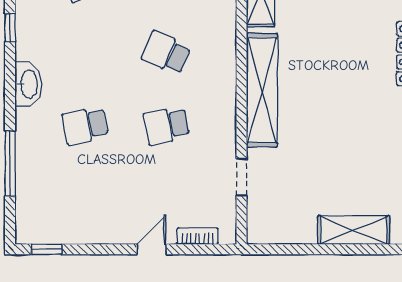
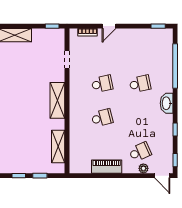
school desk: (166, 53) -> (102, 118), turned -39
shelving: (262, 90) -> (57, 100), width x0.68
window: (10, 164) -> (175, 66), width x1.46
window: (273, 249) -> (52, 26), added

